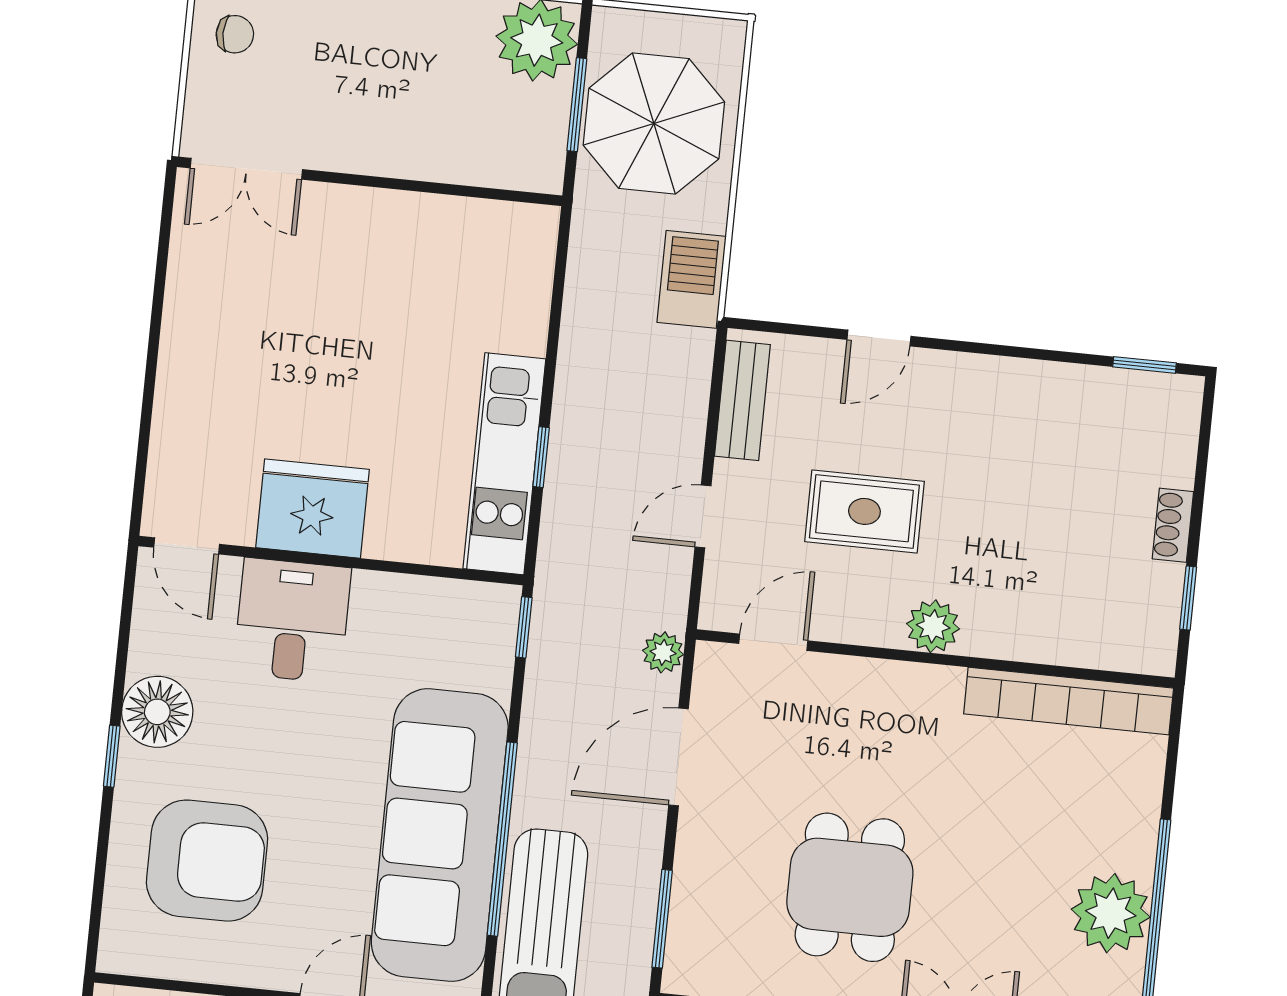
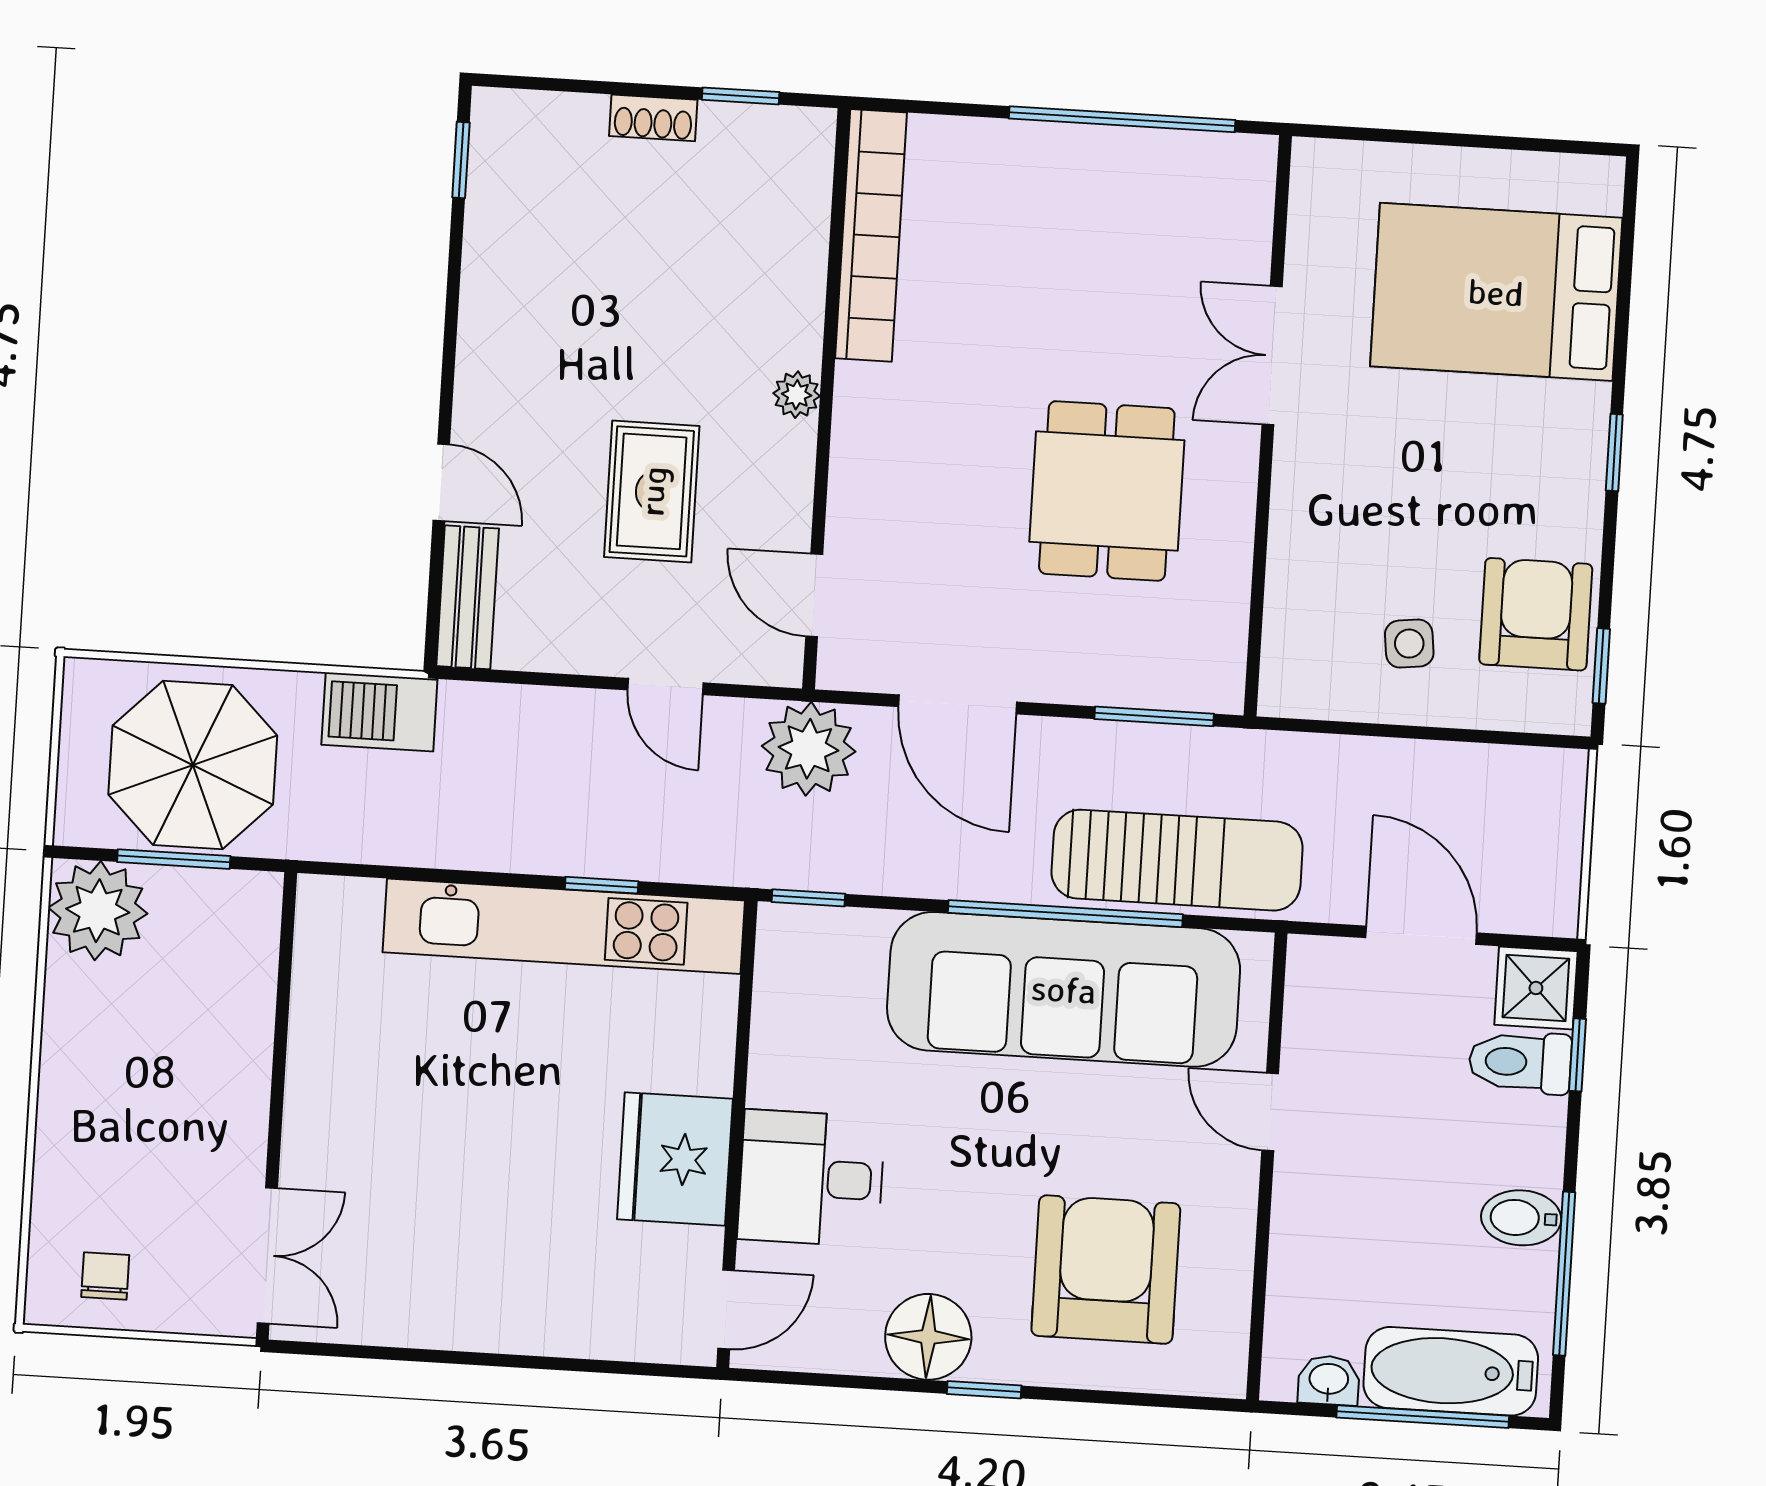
bench: (742, 400) -> (468, 597), moved, turned 90
kitchen unit: (504, 464) -> (564, 926), width x1.36
plant: (933, 626) -> (797, 395), width x0.73, depth x0.73
plant: (663, 652) -> (809, 749), width x1.88, depth x1.88
dining table: (850, 887) -> (1107, 491), turned 90
plant: (1111, 913) -> (1125, 174), removed

